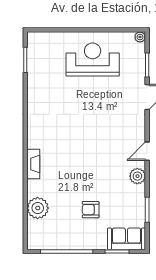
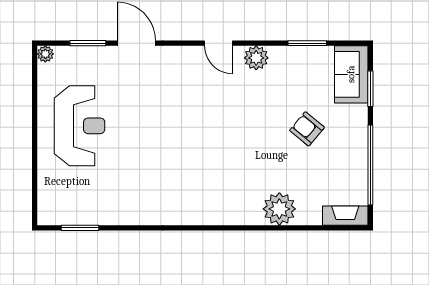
reception desk: (93, 60) -> (80, 126), turned 180
fireplace: (33, 164) -> (345, 216), moved
plant: (38, 208) -> (279, 209), moved
armchair: (91, 210) -> (307, 129), turned 130

